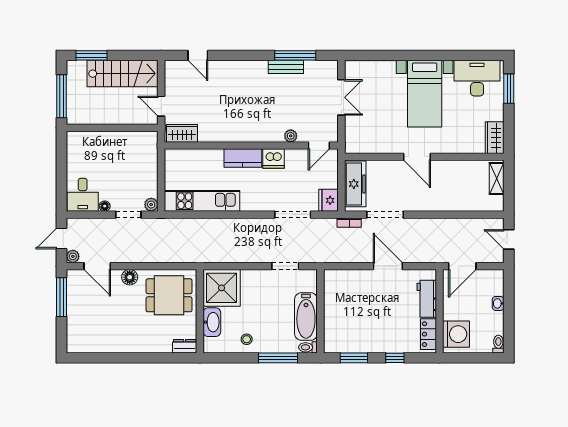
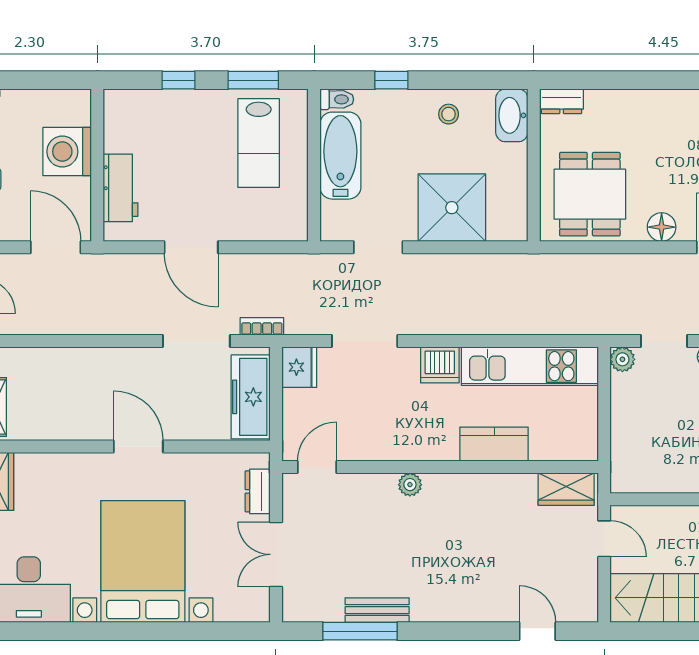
bed with nightstands: (425, 94) -> (143, 561), width x1.36
dresser: (351, 132) -> (258, 491), added
plant: (291, 136) -> (410, 485), moved
kitchen counter: (243, 158) -> (494, 444), moved
dishwasher: (273, 159) -> (440, 365), moved, turned 180
door: (462, 266) -> (56, 247), hinge flipped
shower: (222, 288) -> (452, 208), moved
dining table: (169, 295) -> (590, 194), turned 90
washbasin: (212, 322) -> (512, 115), moved
lab bench: (351, 323) -> (259, 143), added
locker: (428, 334) -> (117, 123), removed
washing machine: (456, 334) -> (67, 152), moved
window: (278, 358) -> (391, 80), width x0.46

